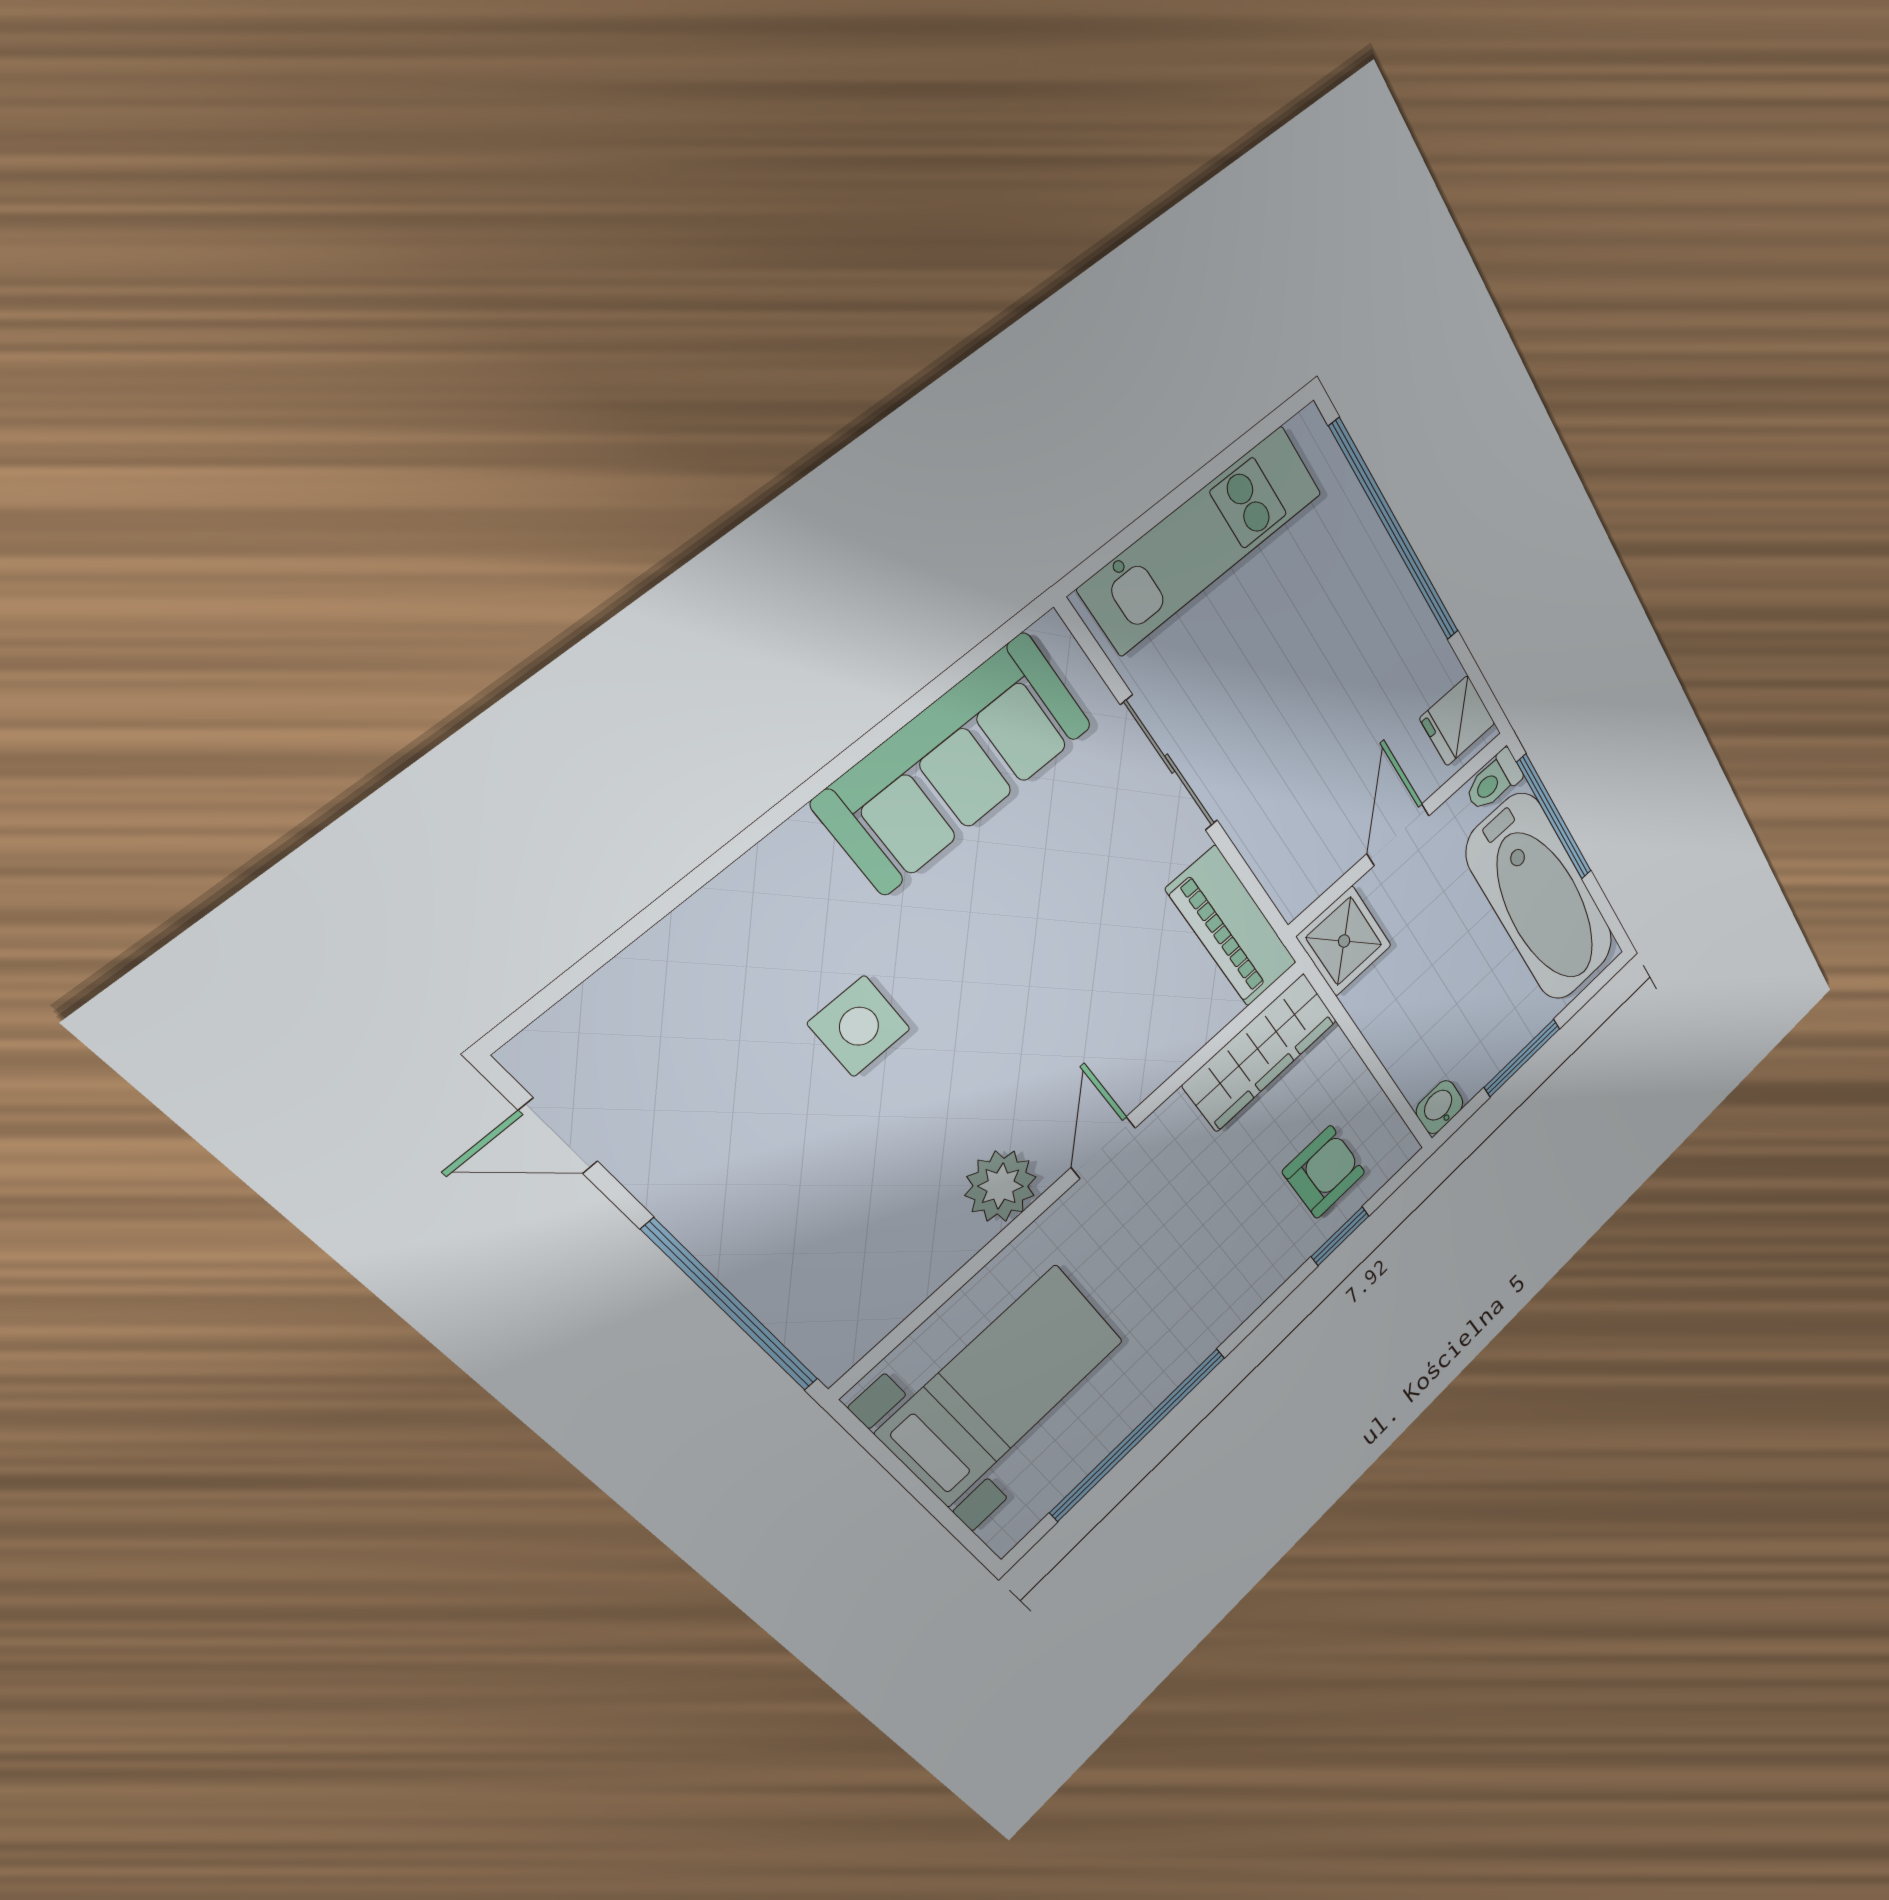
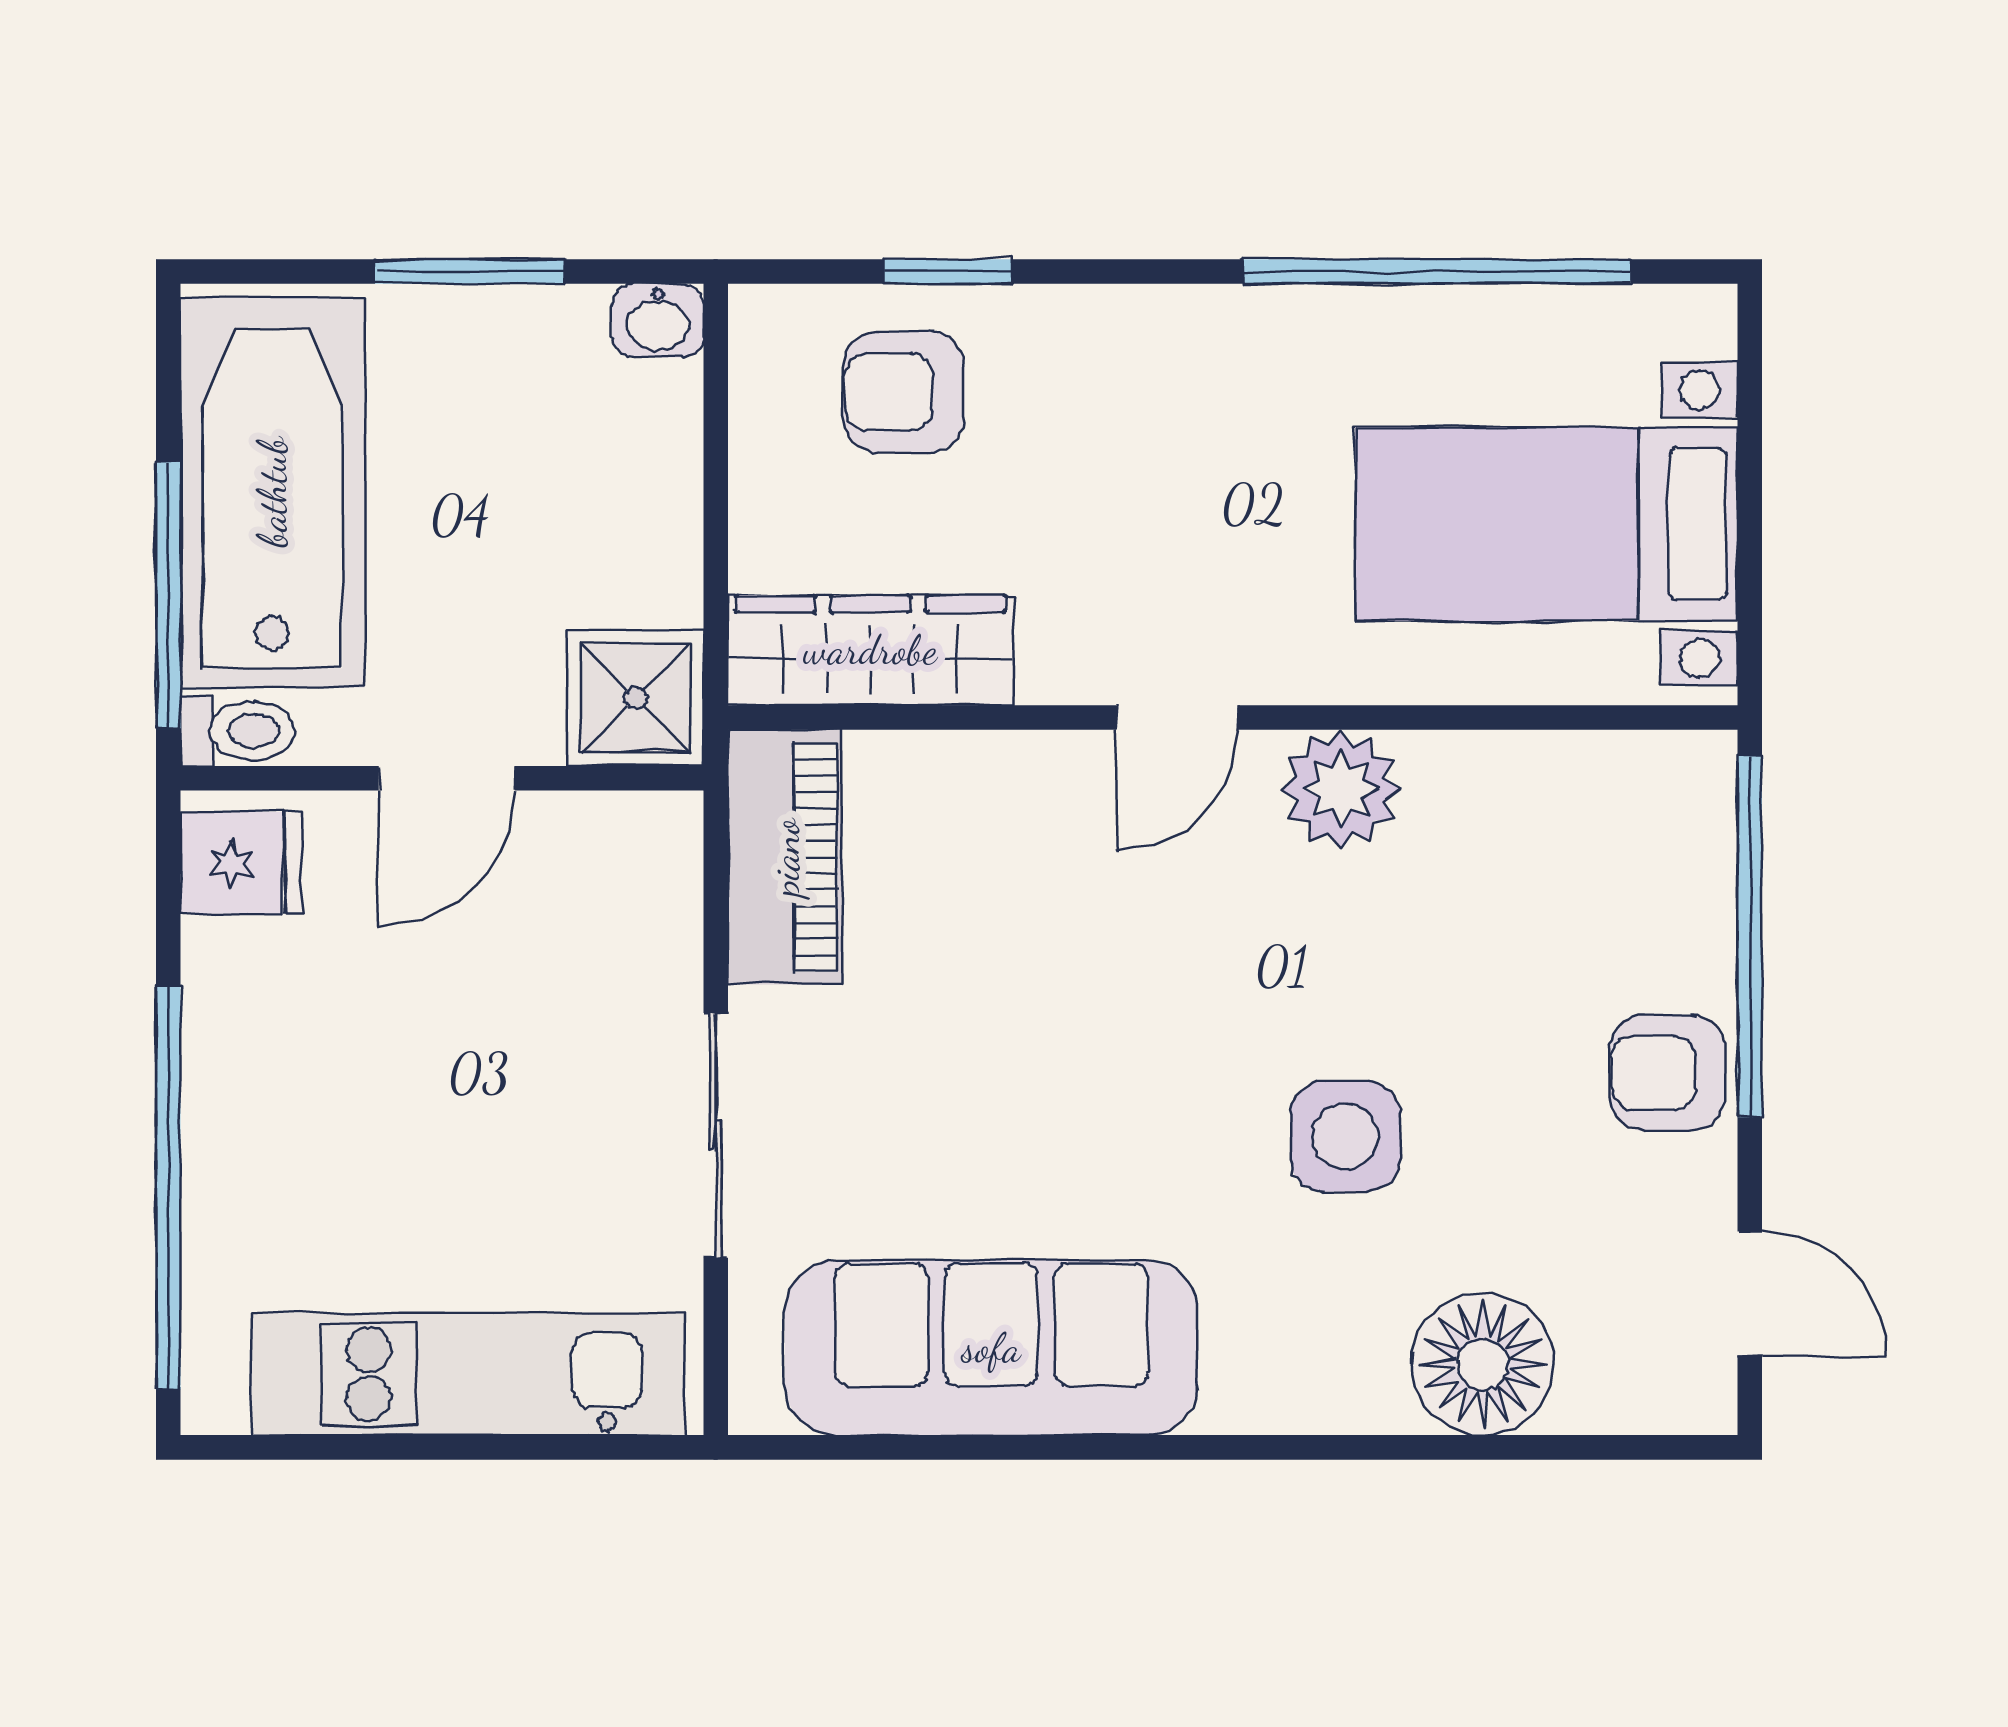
floor lamp: (679, 971) -> (1483, 1364), added
armchair: (714, 1205) -> (1668, 1073), added

